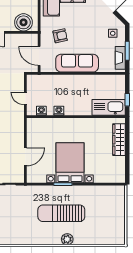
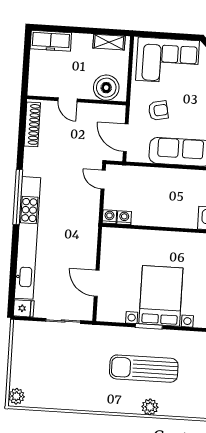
door: (25, 98) -> (103, 180), moved
washing machine: (59, 111) -> (109, 217), moved
door: (25, 157) -> (97, 283), swing flipped

